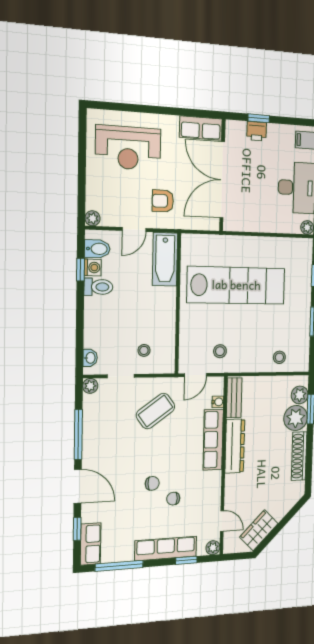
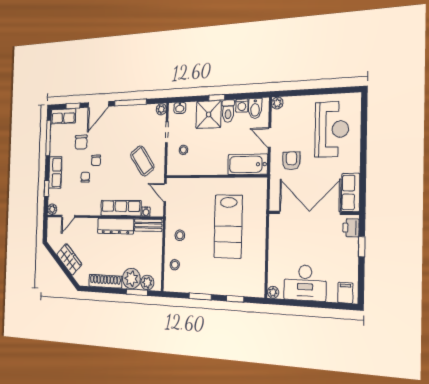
printer: (257, 131) -> (351, 228), moved
reception desk: (128, 148) -> (332, 129), turned 180
window: (81, 270) -> (217, 98), moved
lab bench: (236, 285) -> (228, 226), width x0.73
shower: (101, 315) -> (209, 115), added
stool: (220, 351) -> (180, 235), moved
chair: (127, 510) -> (81, 142), added
wardrobe: (259, 530) -> (69, 259), moved
row of seats: (166, 548) -> (55, 172), width x0.68

